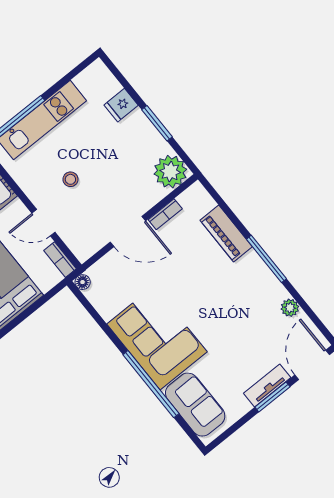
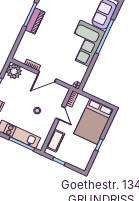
door: (128, 232) -> (47, 77), swing flipped
piano: (226, 233) -> (35, 21), moved

